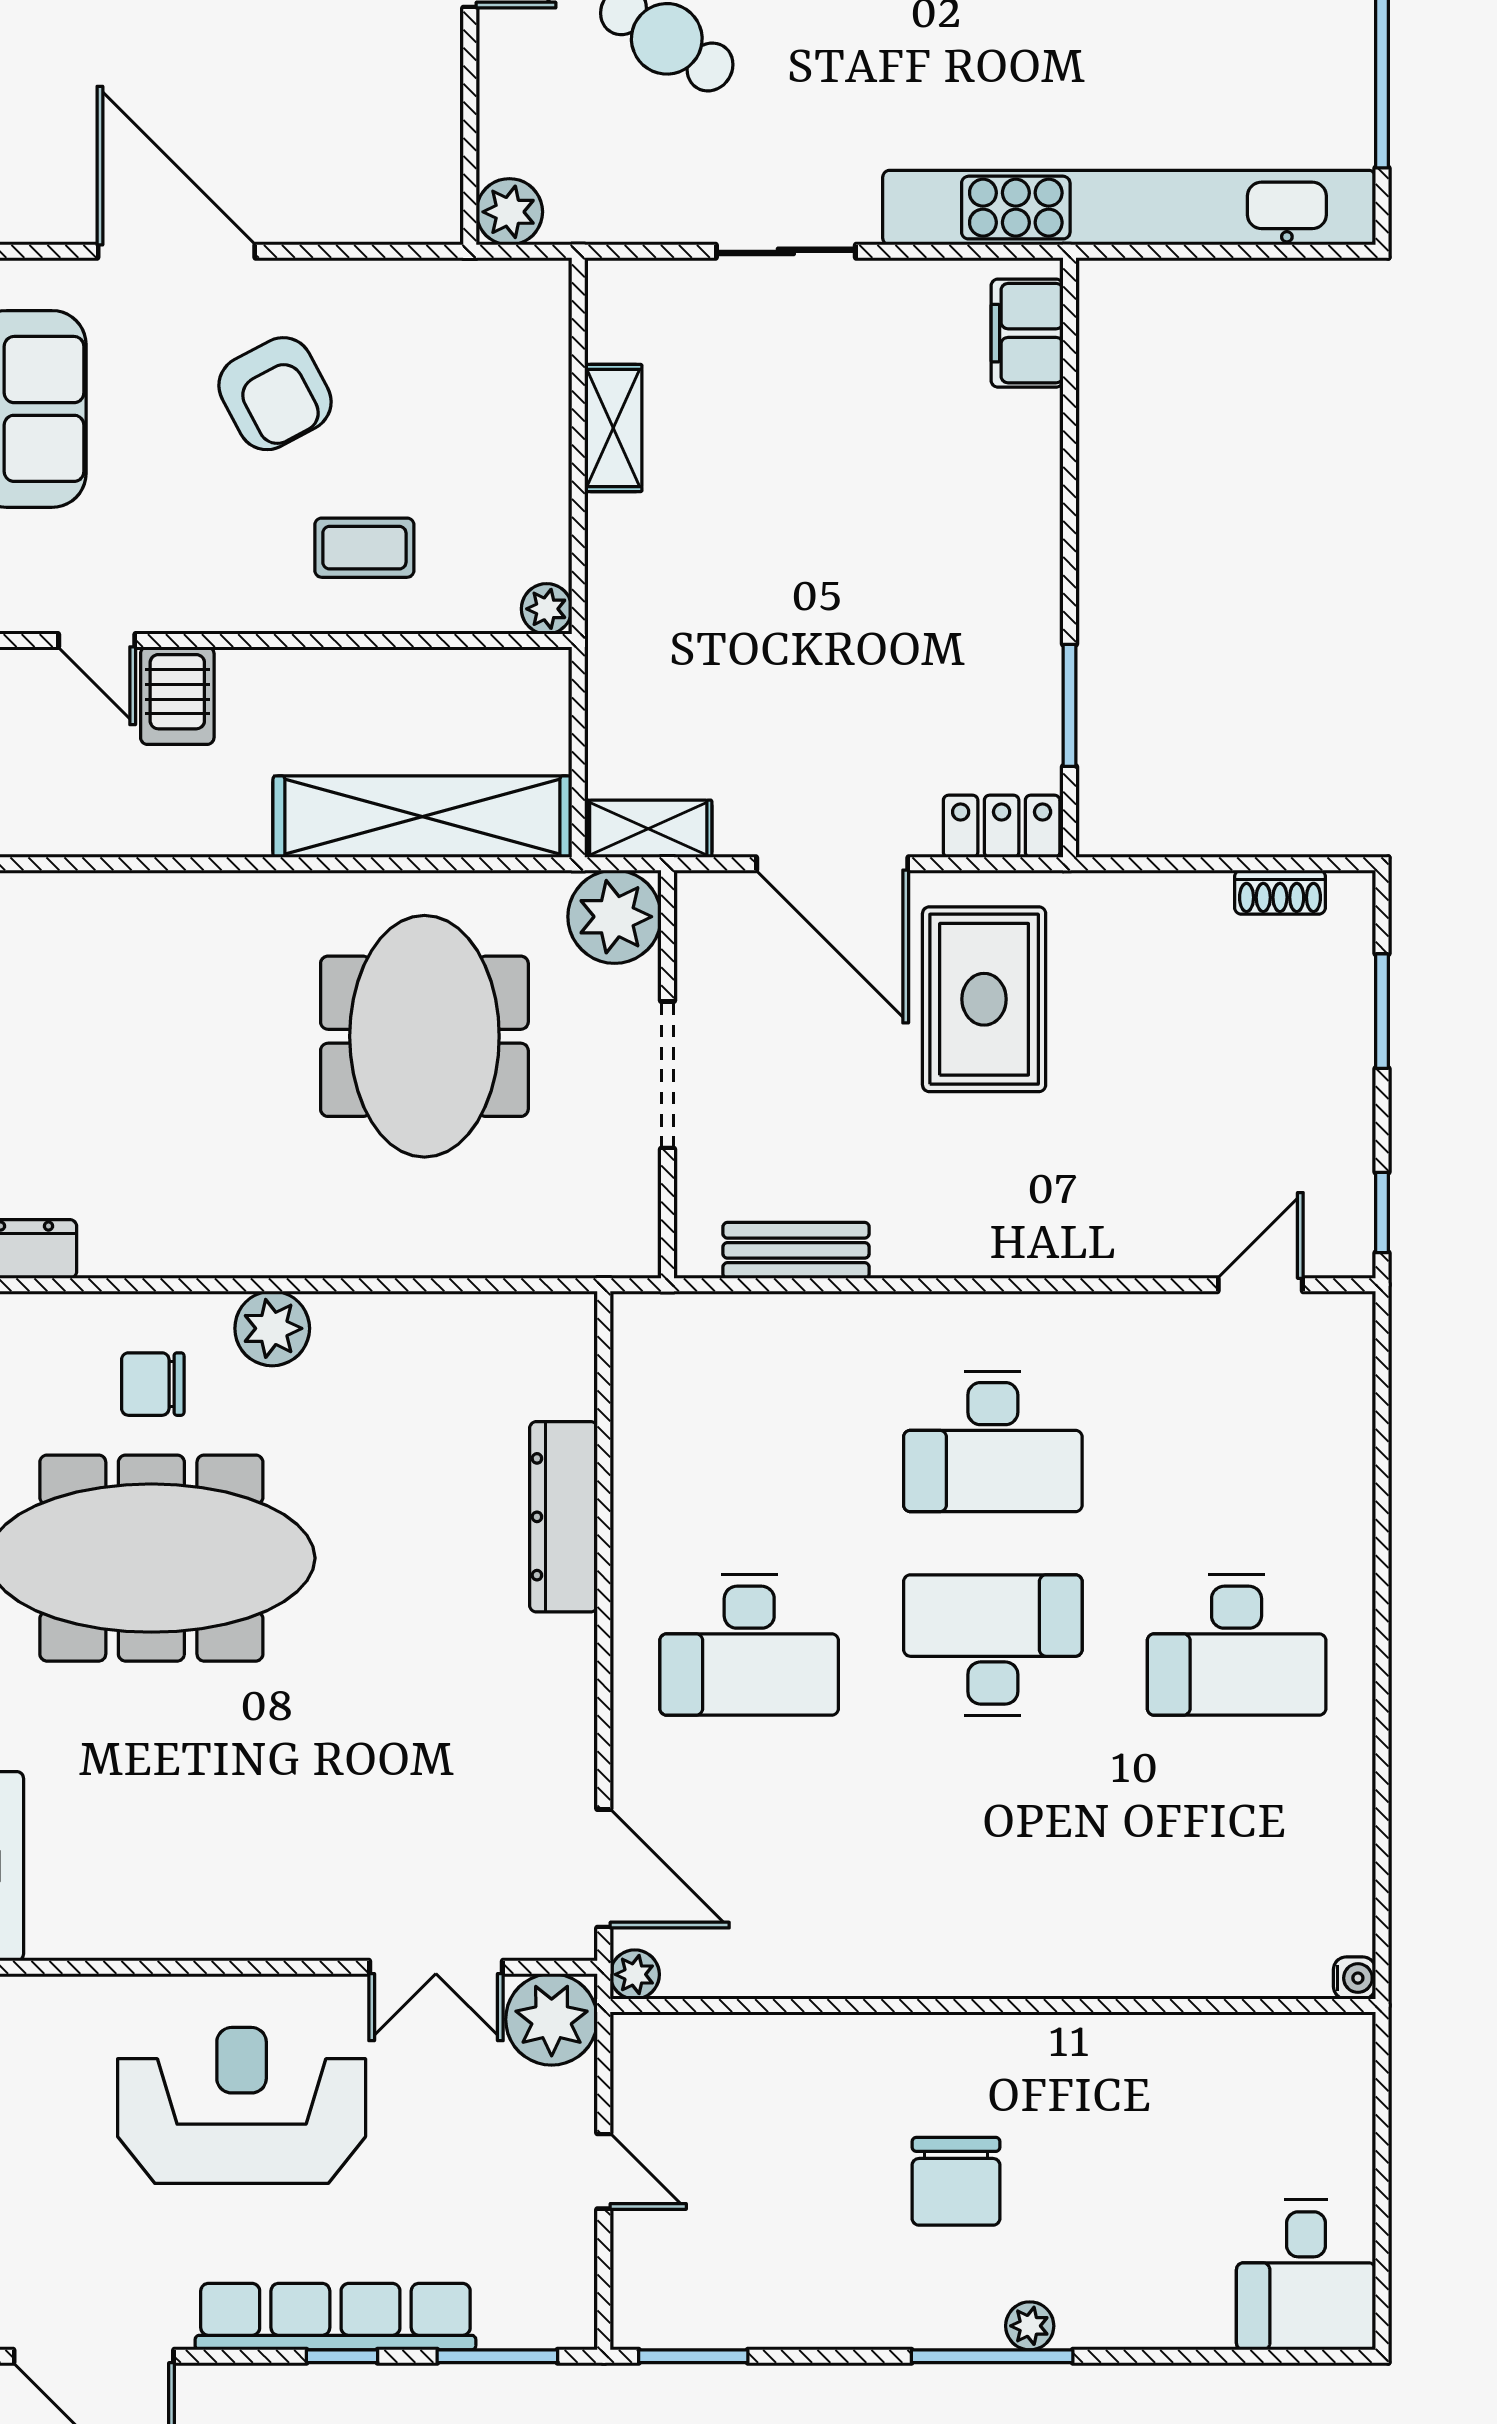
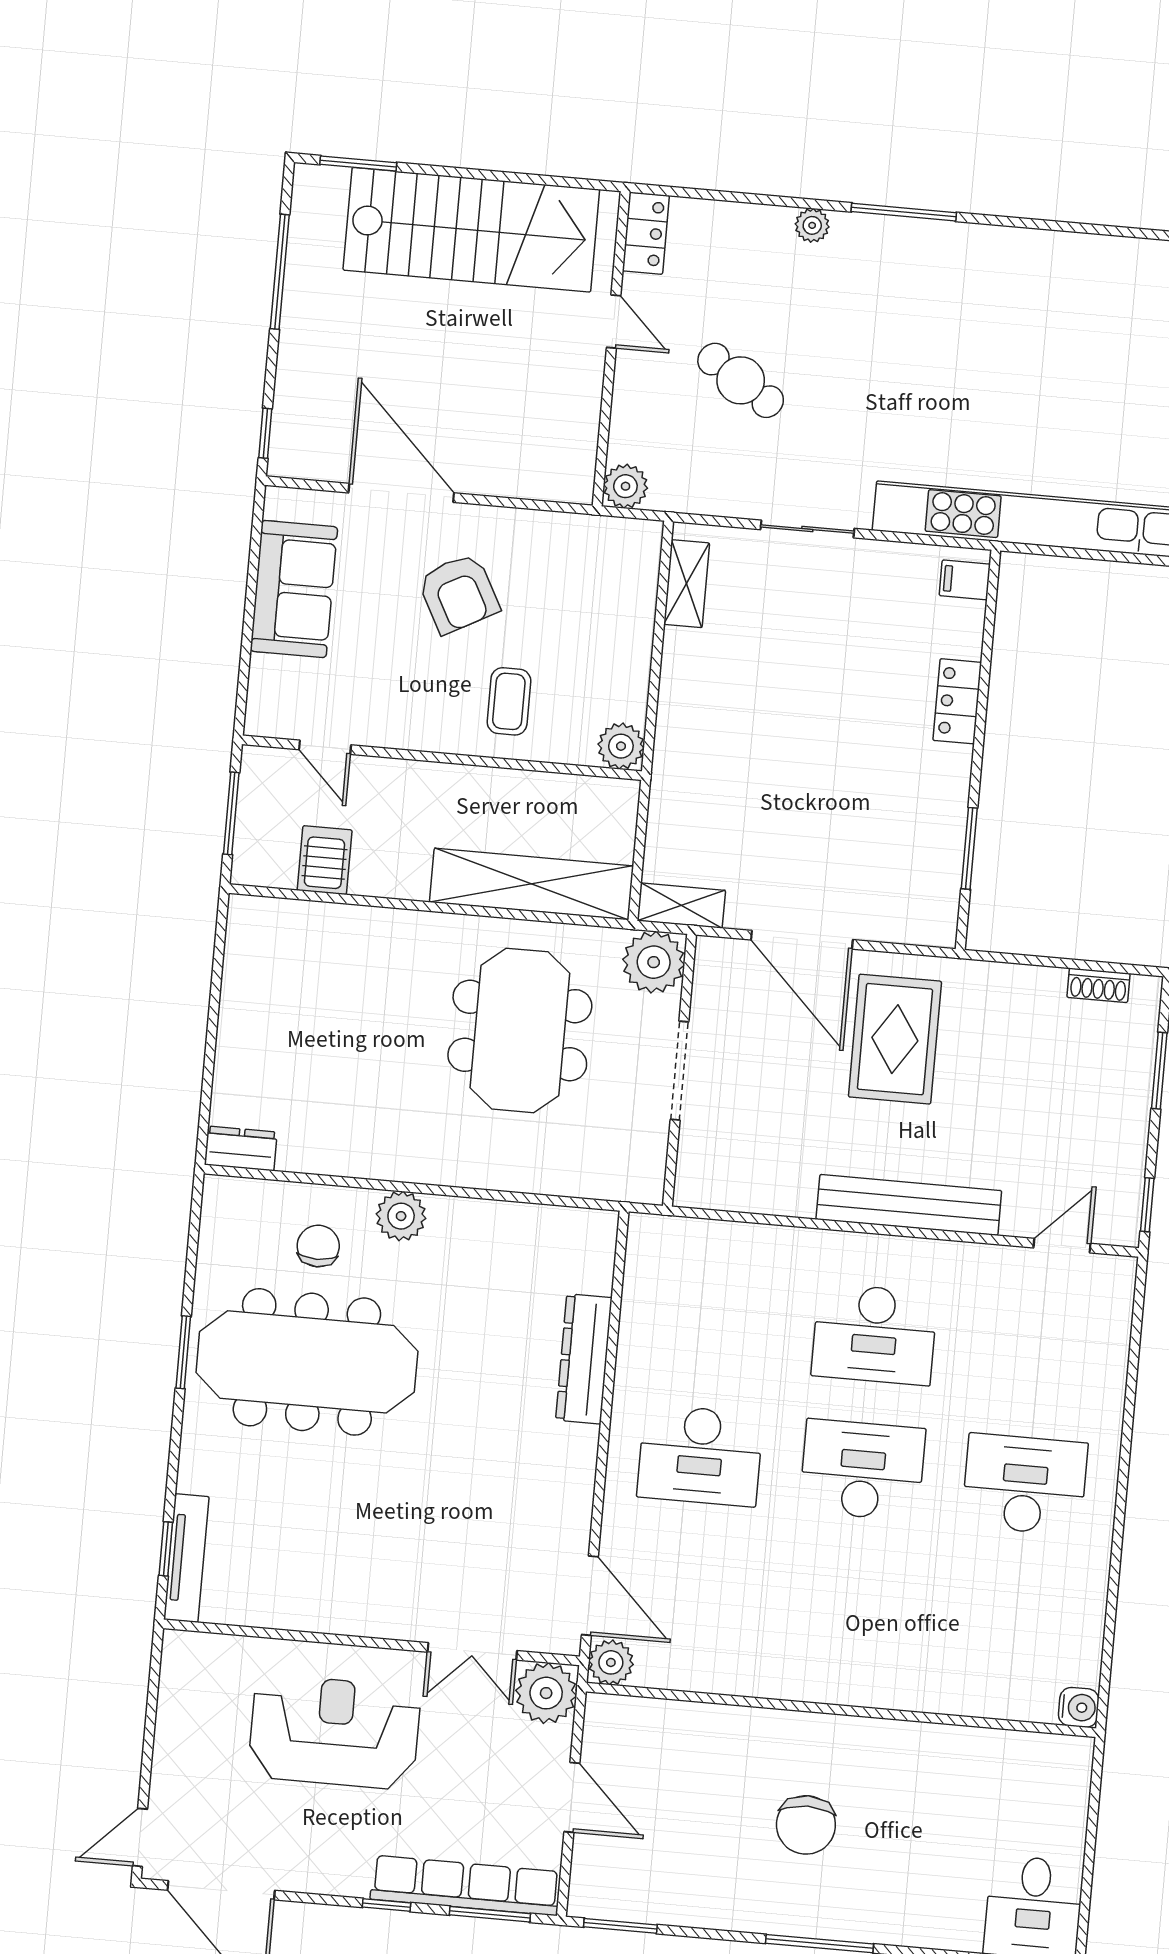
filing cabinet: (1027, 333) -> (965, 580), width x0.50
shelving: (613, 428) -> (687, 584), moved
coffee table: (364, 548) -> (509, 701), turned 90
plant: (547, 609) -> (621, 746), width x1.38, depth x1.38
server rack: (177, 696) -> (325, 860), moved, turned 180
locker: (1002, 826) -> (957, 701), moved, turned -90
bench: (796, 1250) -> (909, 1205), moved, width x1.86, depth x1.21
chair: (153, 1384) -> (318, 1246), turned 90
desk: (1237, 1645) -> (1025, 1484), turned 180
plant: (635, 1974) -> (611, 1662), width x1.38, depth x1.38
water cooler: (1355, 1978) -> (1079, 1707), width x1.38, depth x1.38
door: (604, 2171) -> (572, 1797), width x1.38
row of seats: (335, 2317) -> (465, 1885), moved
plant: (1030, 2326) -> (846, 1926), removed

